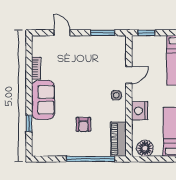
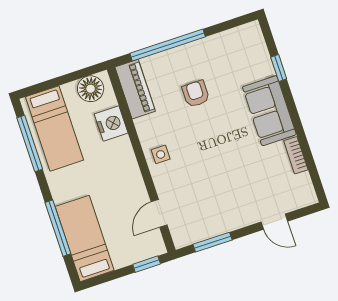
door: (129, 75) -> (159, 213), moved
nightstand: (140, 111) -> (111, 124), moved

